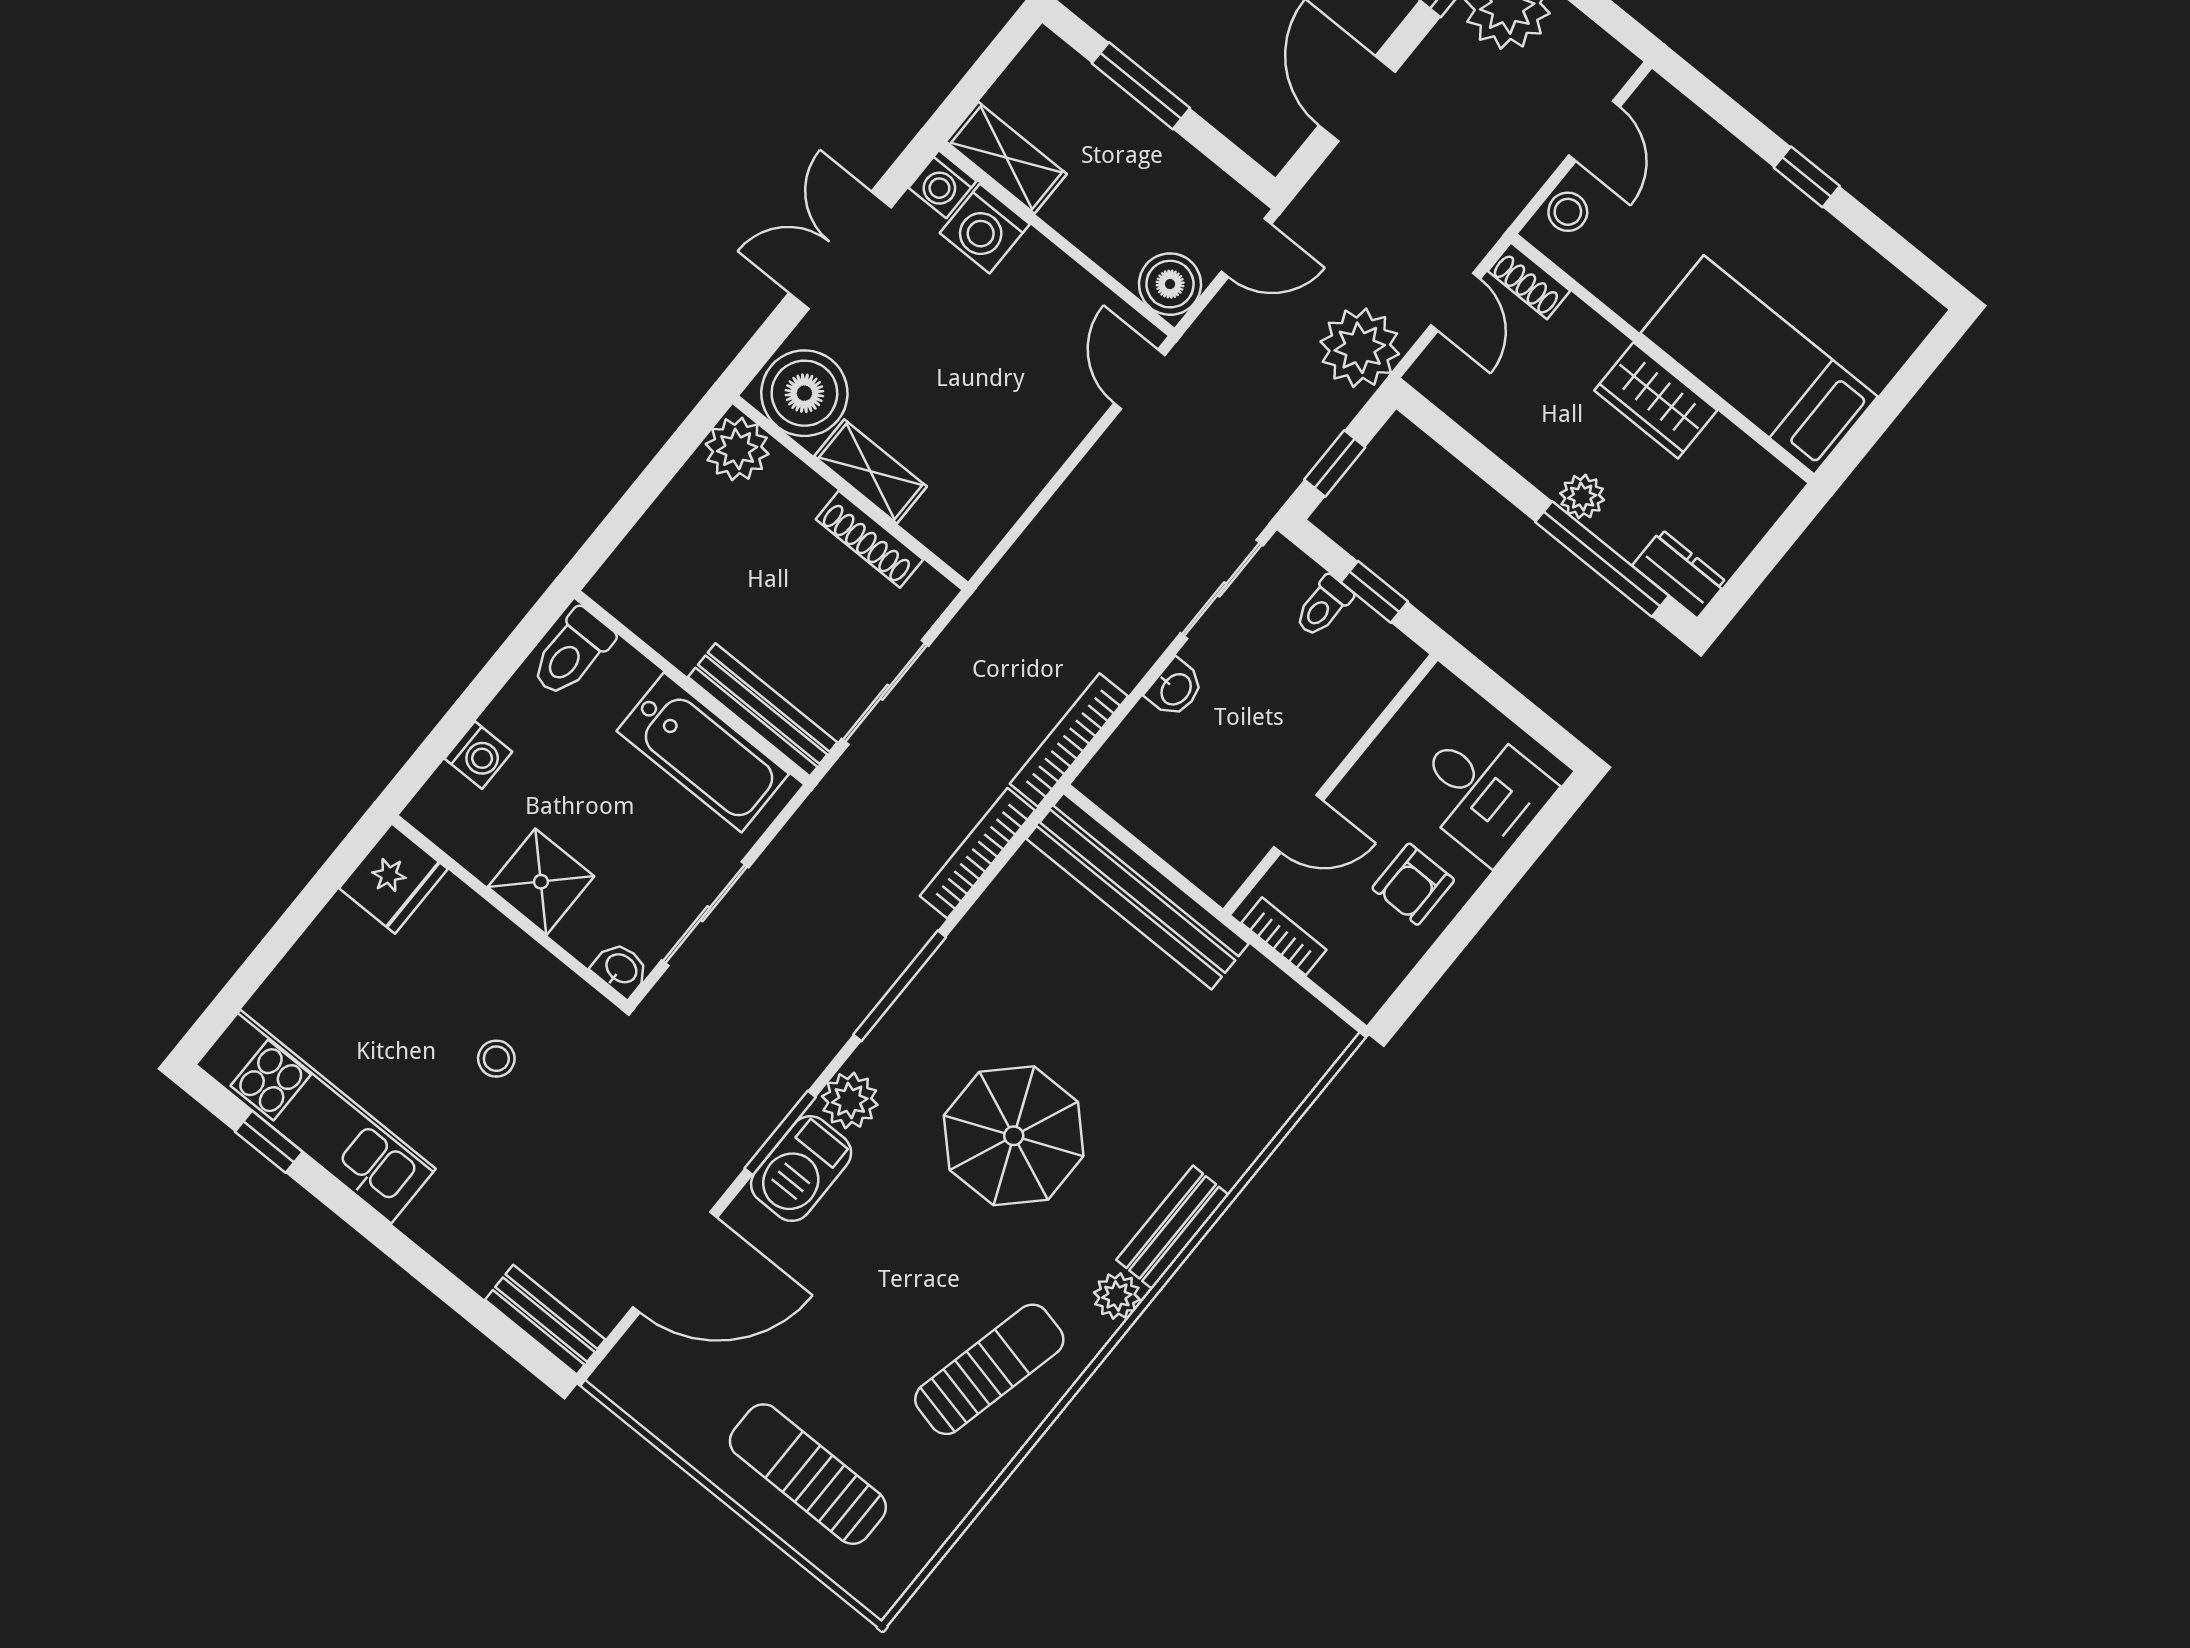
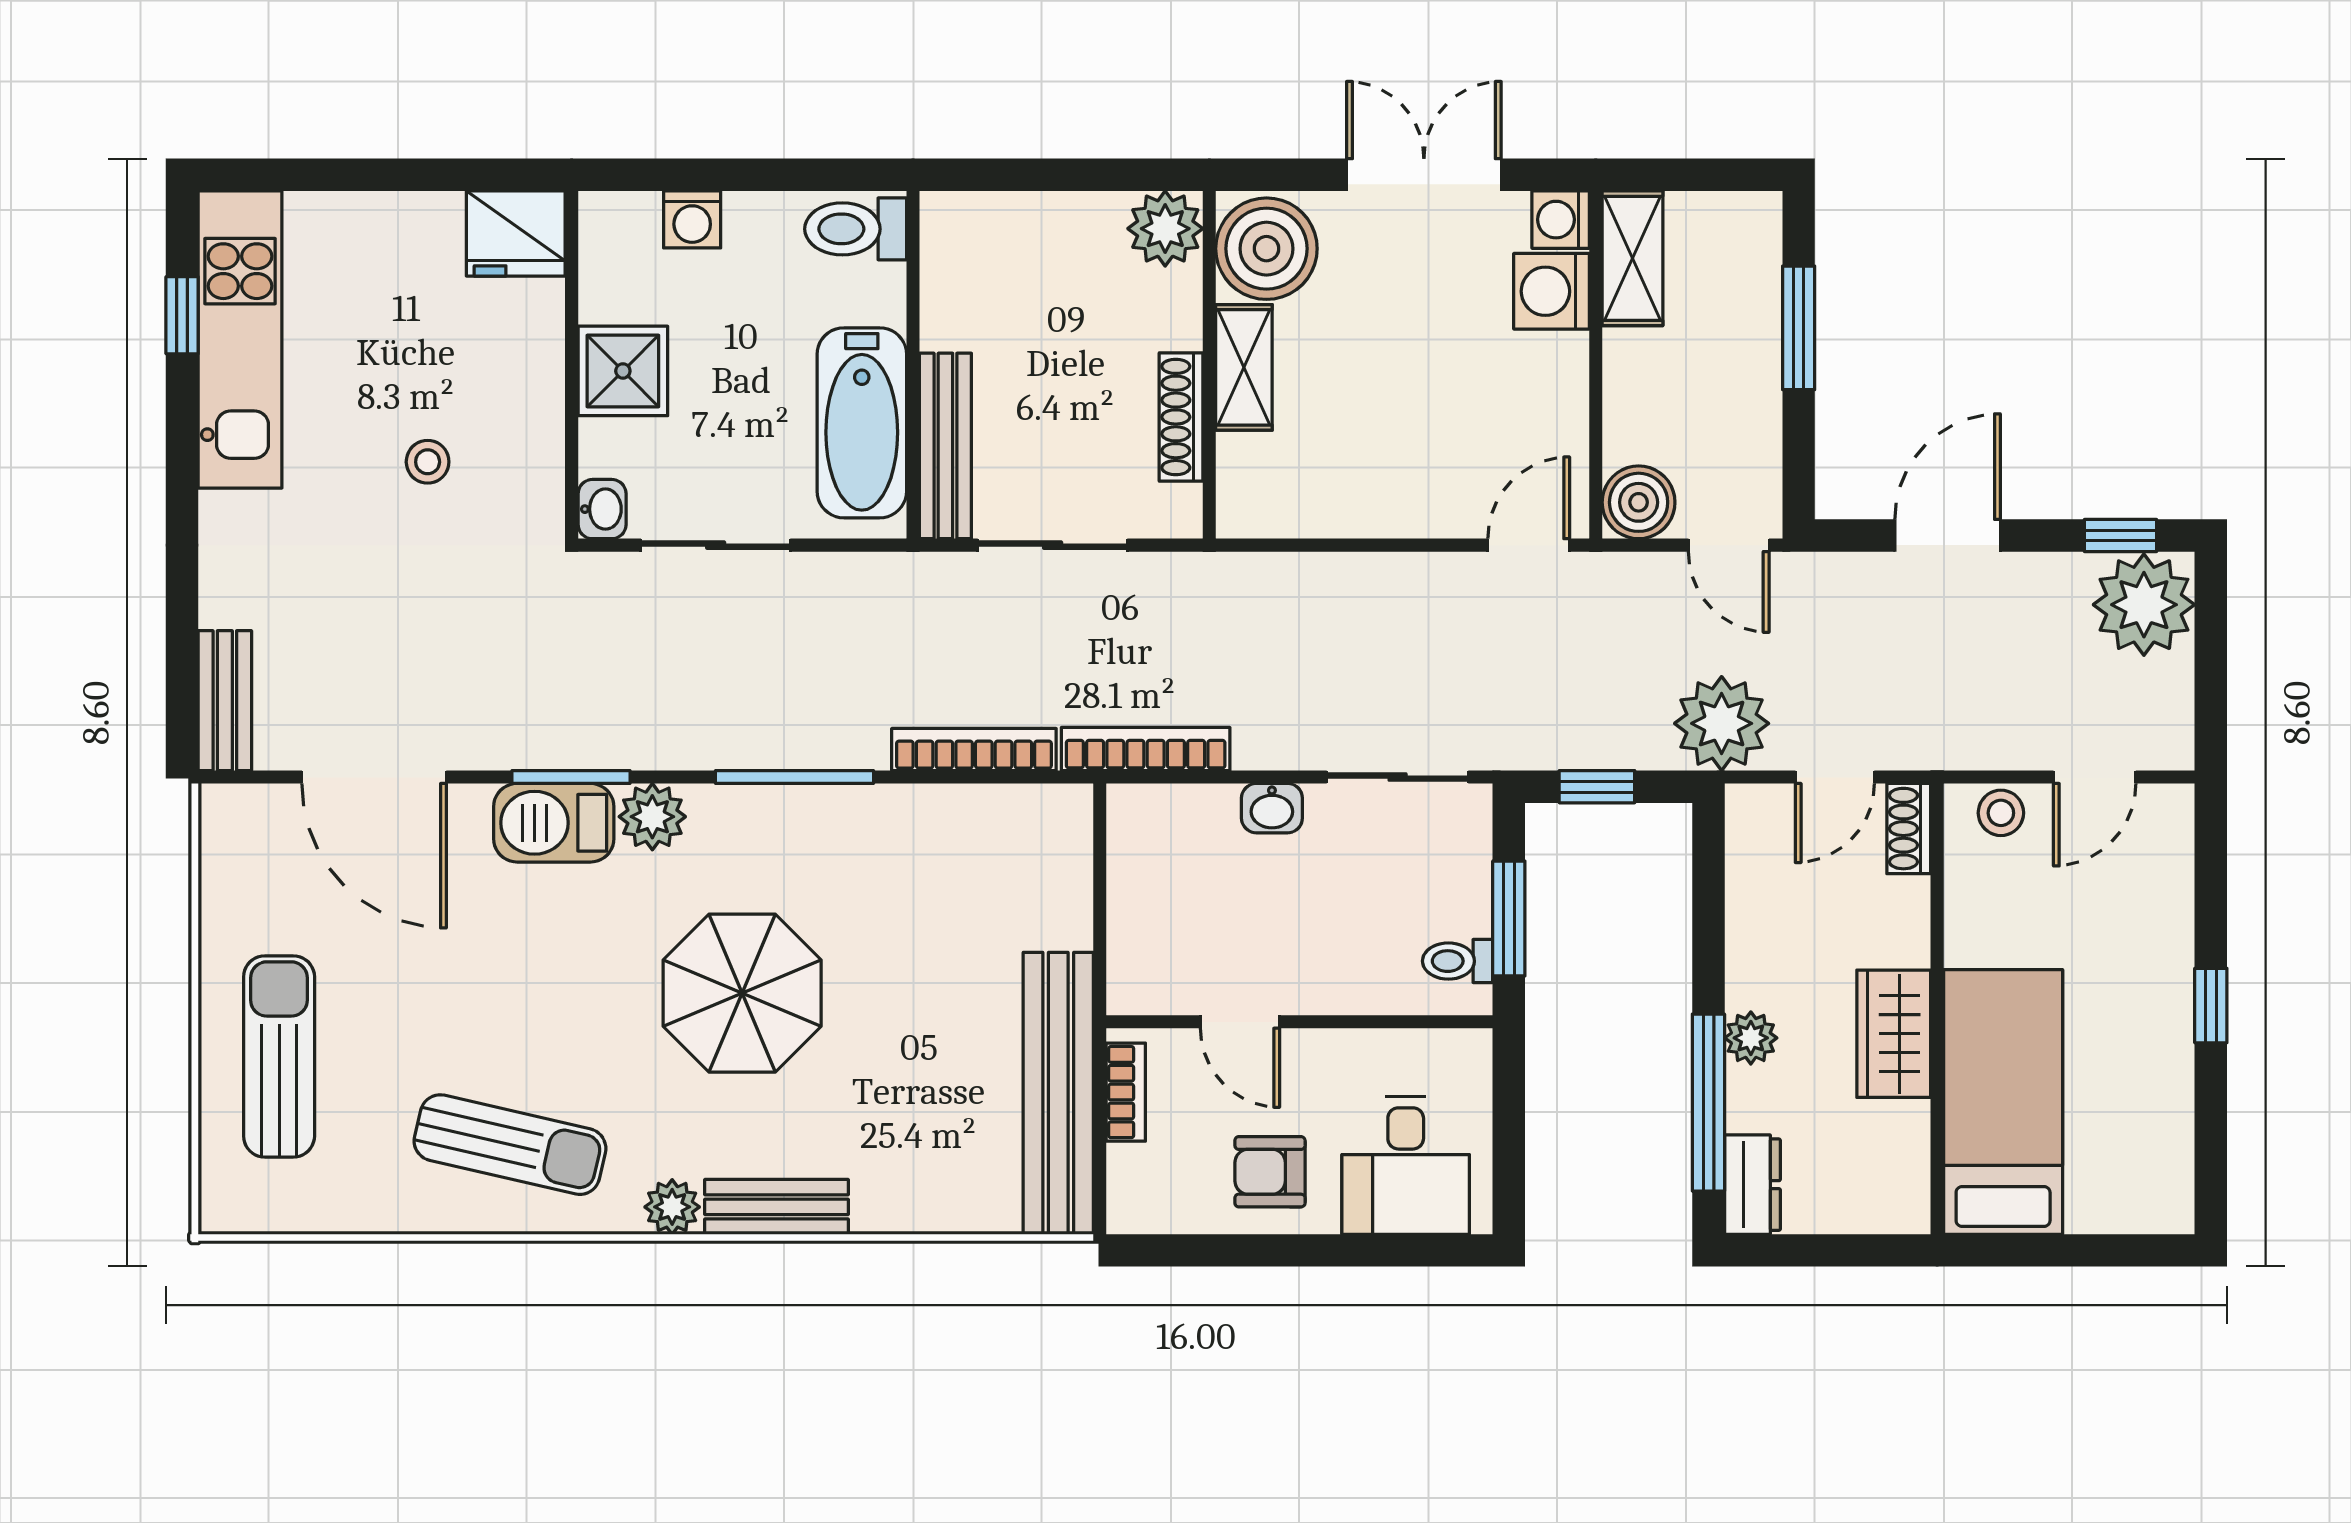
window: (1374, 592) -> (1509, 919), width x1.50
toilet: (1323, 606) -> (1458, 961), moved
bench: (1138, 891) -> (1058, 1093), moved

